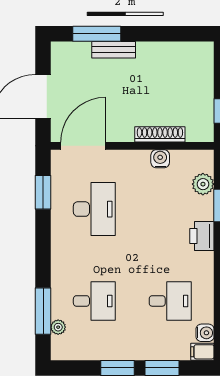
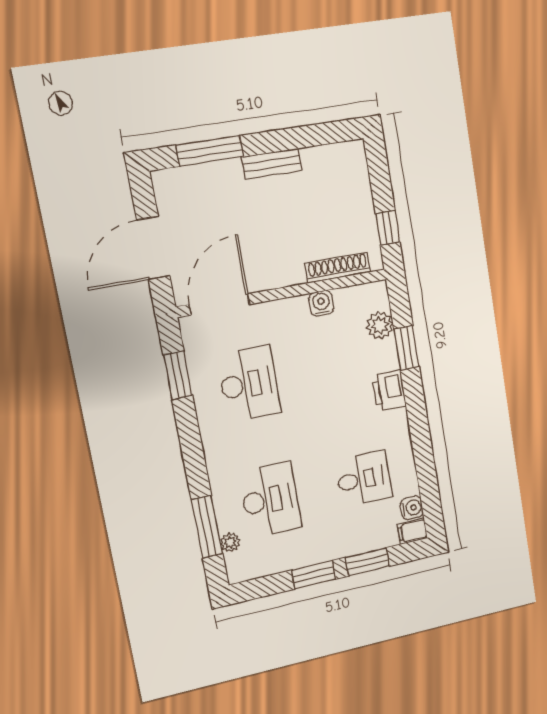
bench: (114, 50) -> (272, 164), moved
shoe rack: (160, 134) -> (338, 268), moved
desk: (94, 301) -> (270, 500), width x1.37

